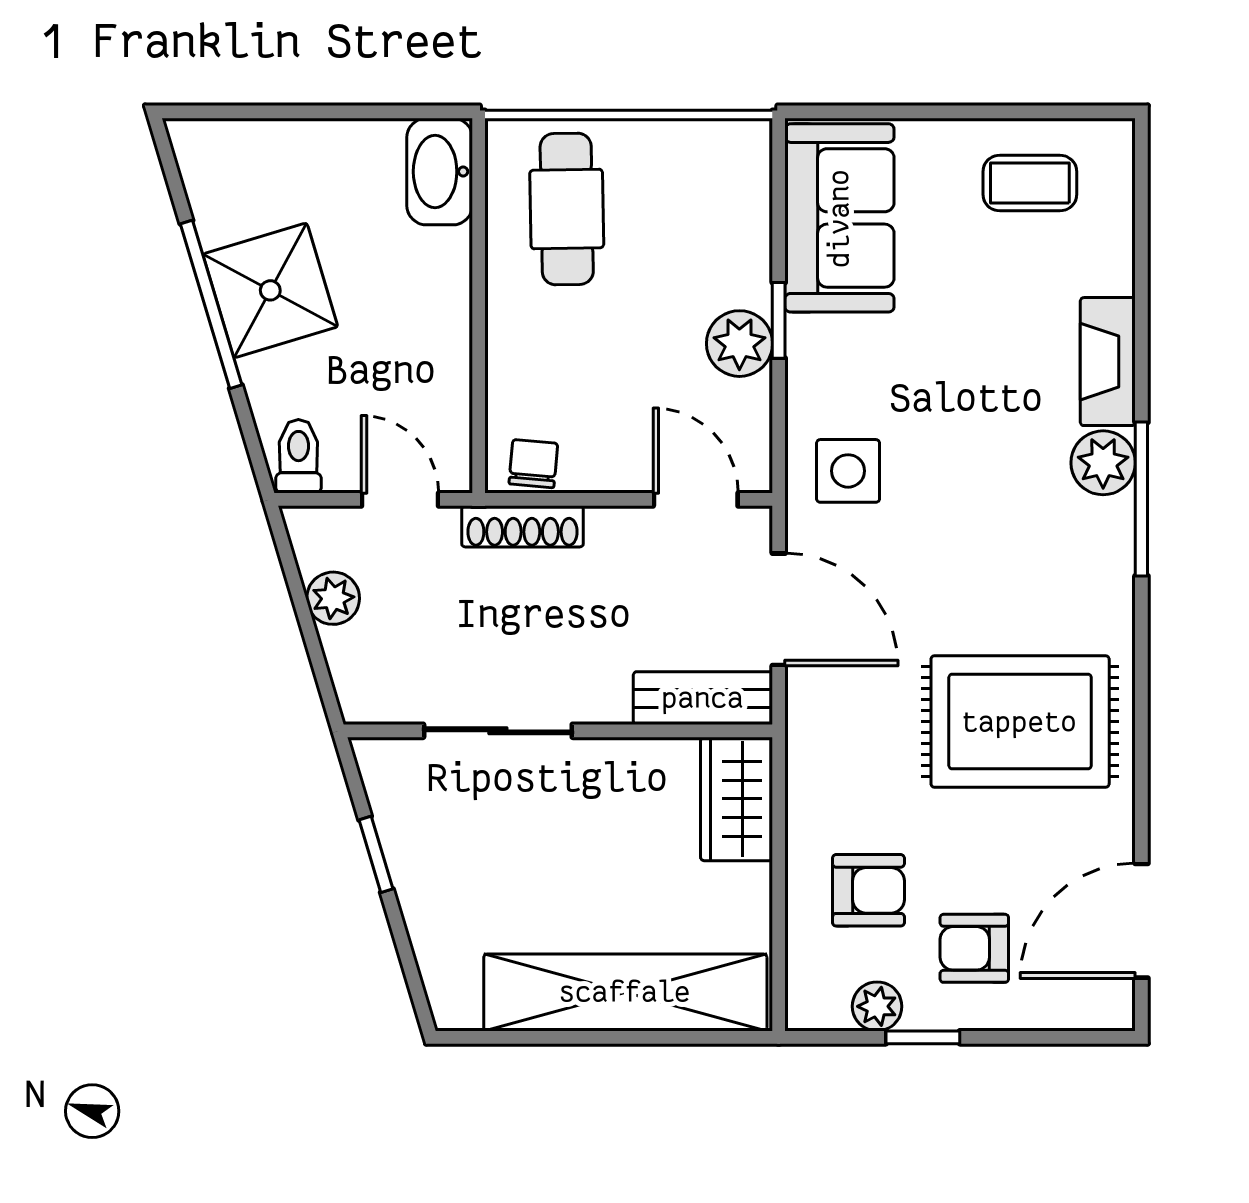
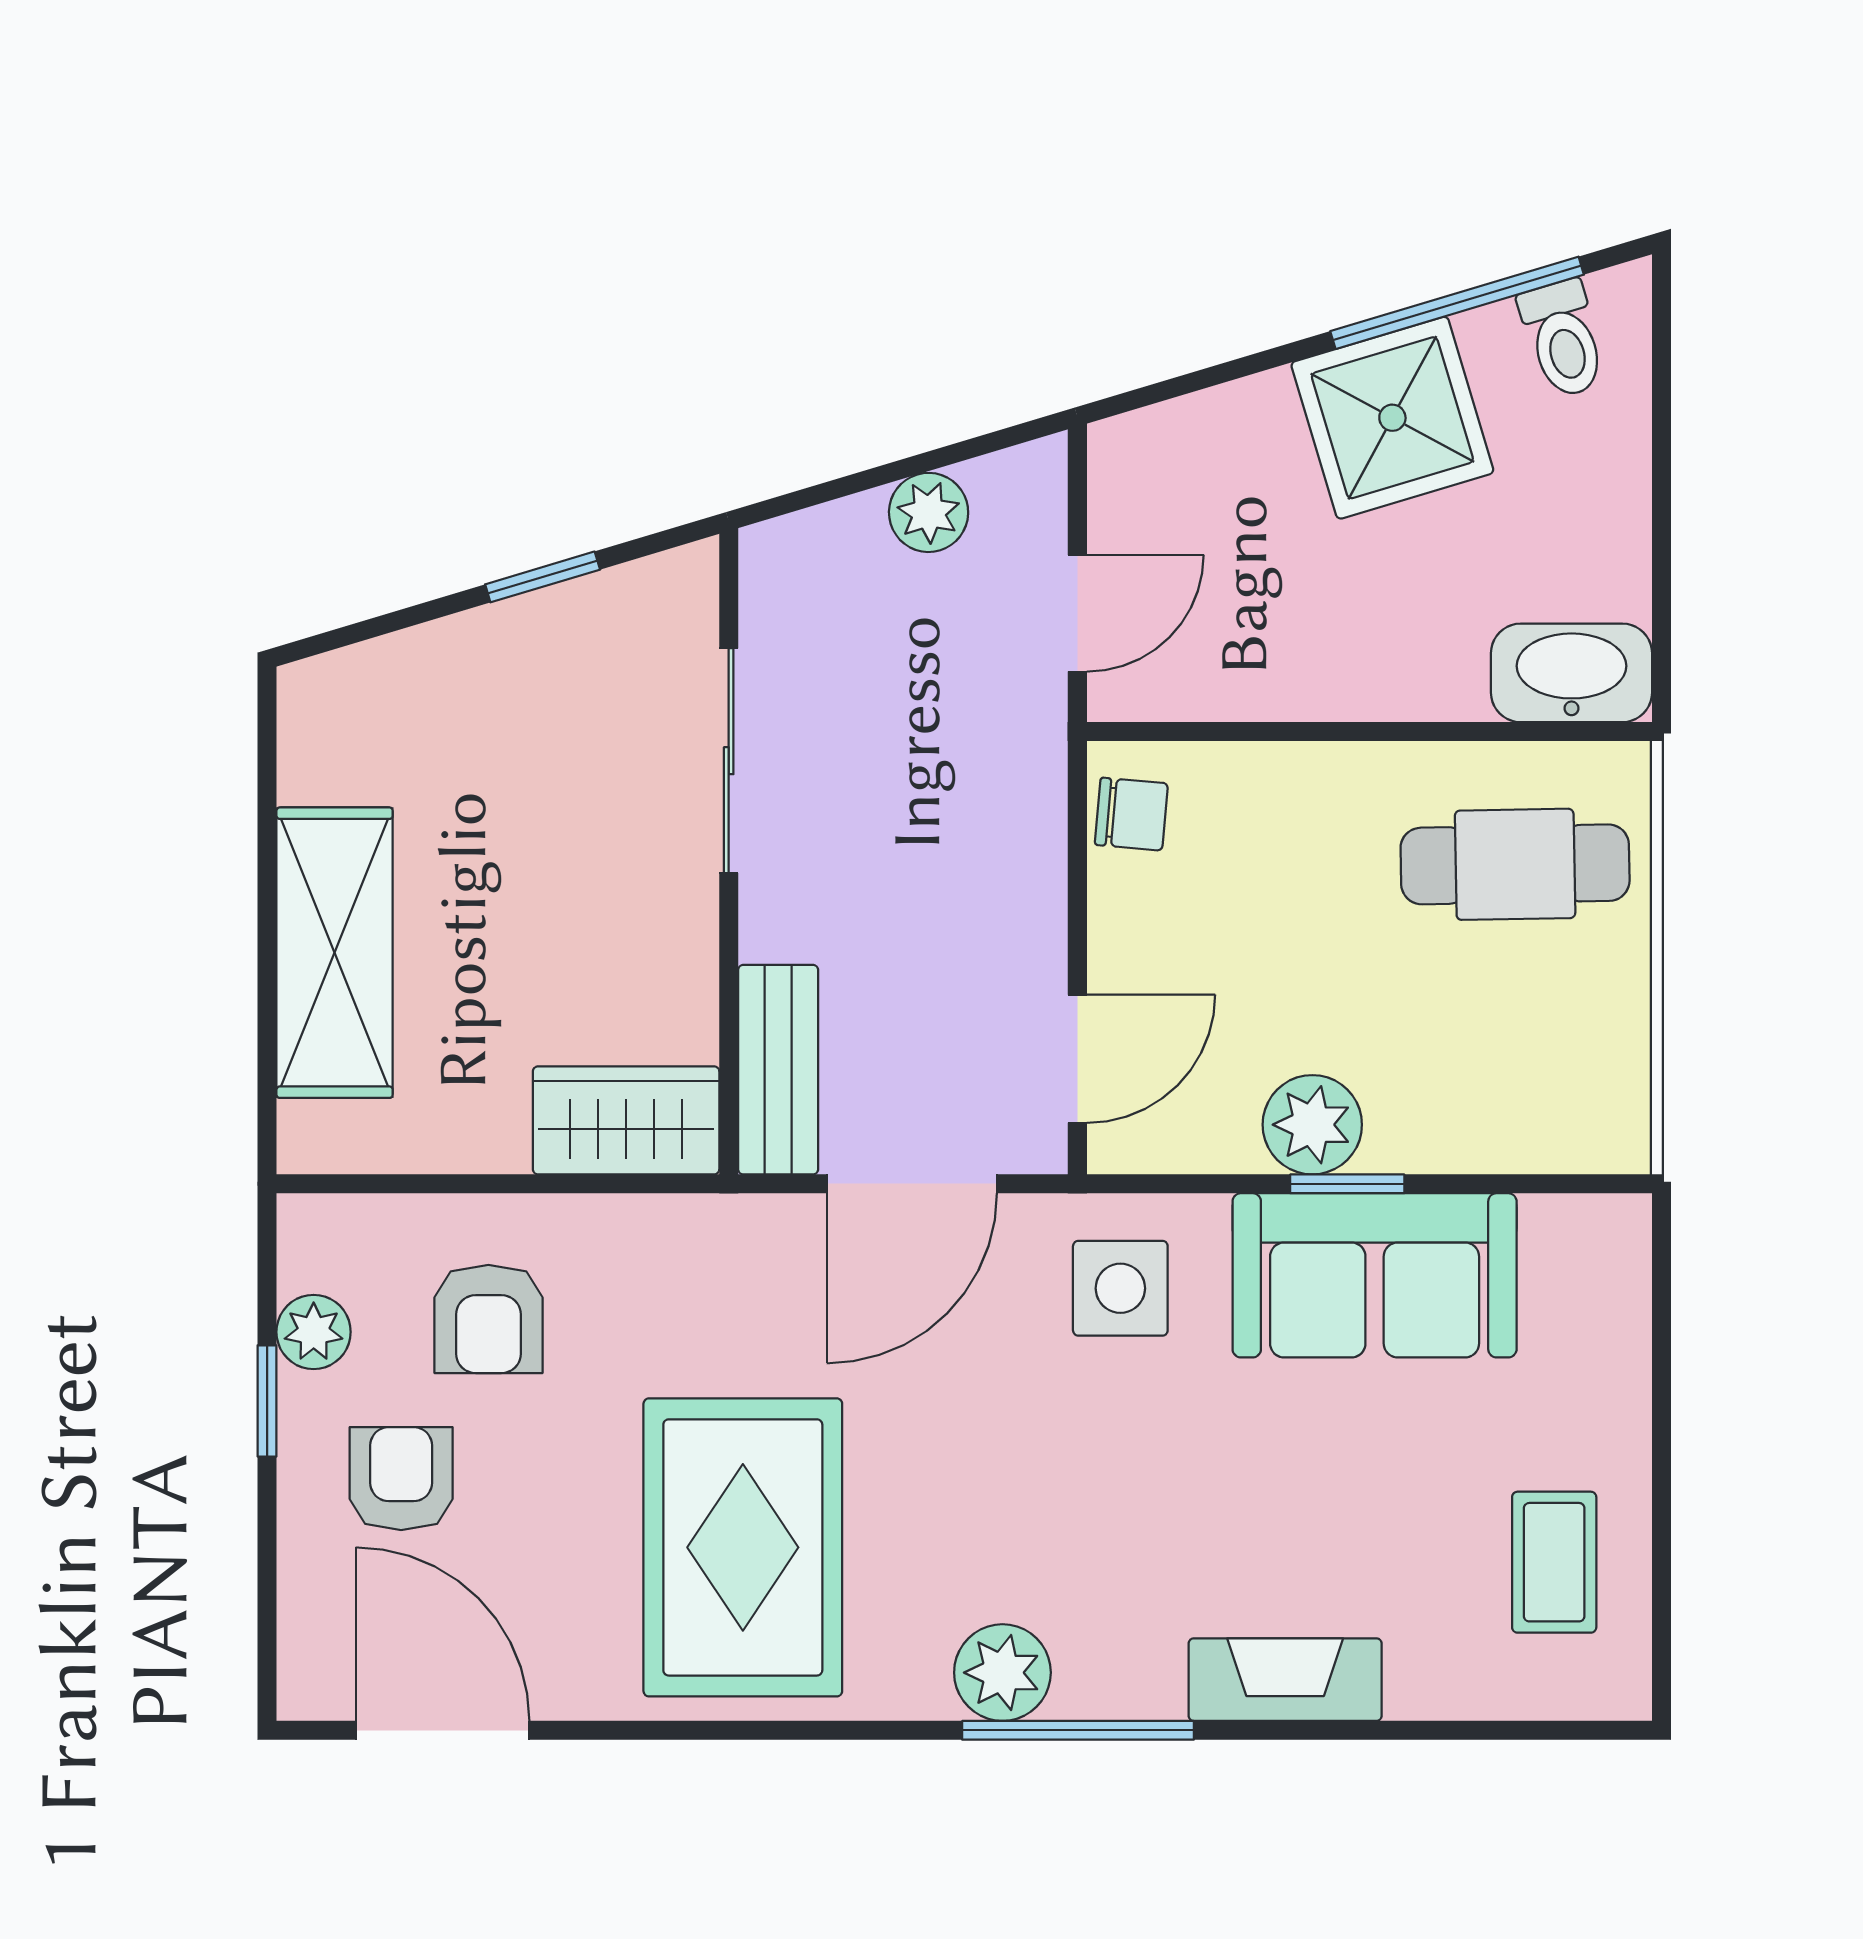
sofa: (839, 218) -> (1375, 1275), moved
window: (211, 304) -> (1457, 303), moved
toilet: (298, 456) -> (1563, 339), moved, turned 73
plant: (1103, 463) -> (1002, 1673), moved
shoe rack: (522, 526) -> (1037, 798), removed
shelving: (625, 992) -> (335, 953), width x0.68

